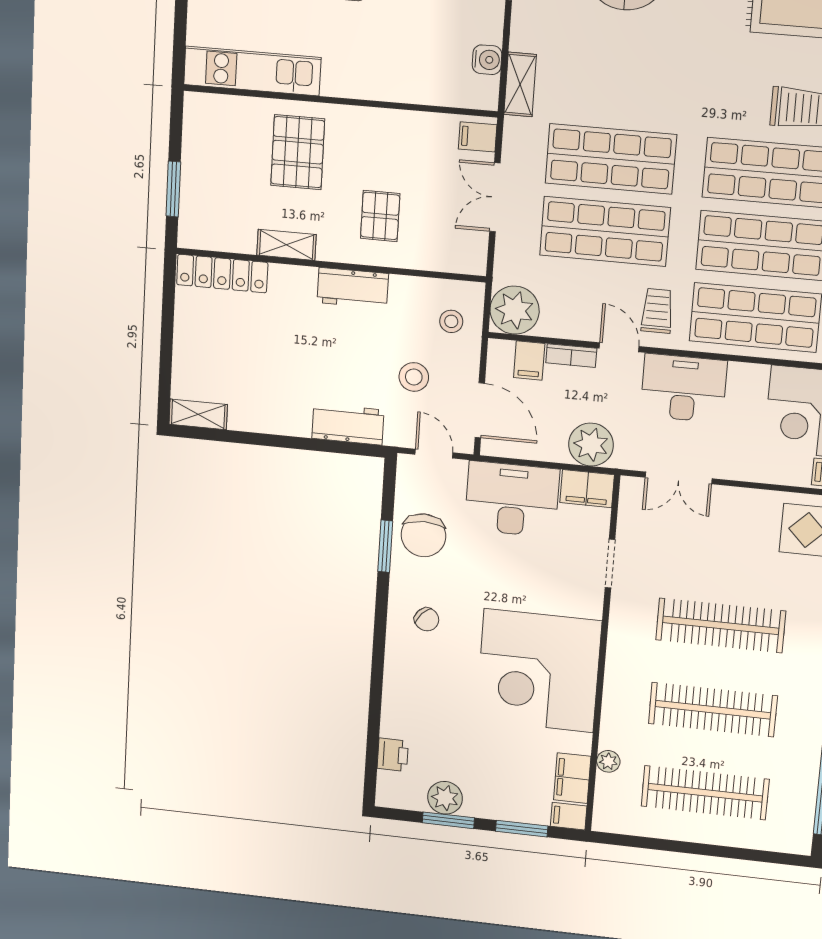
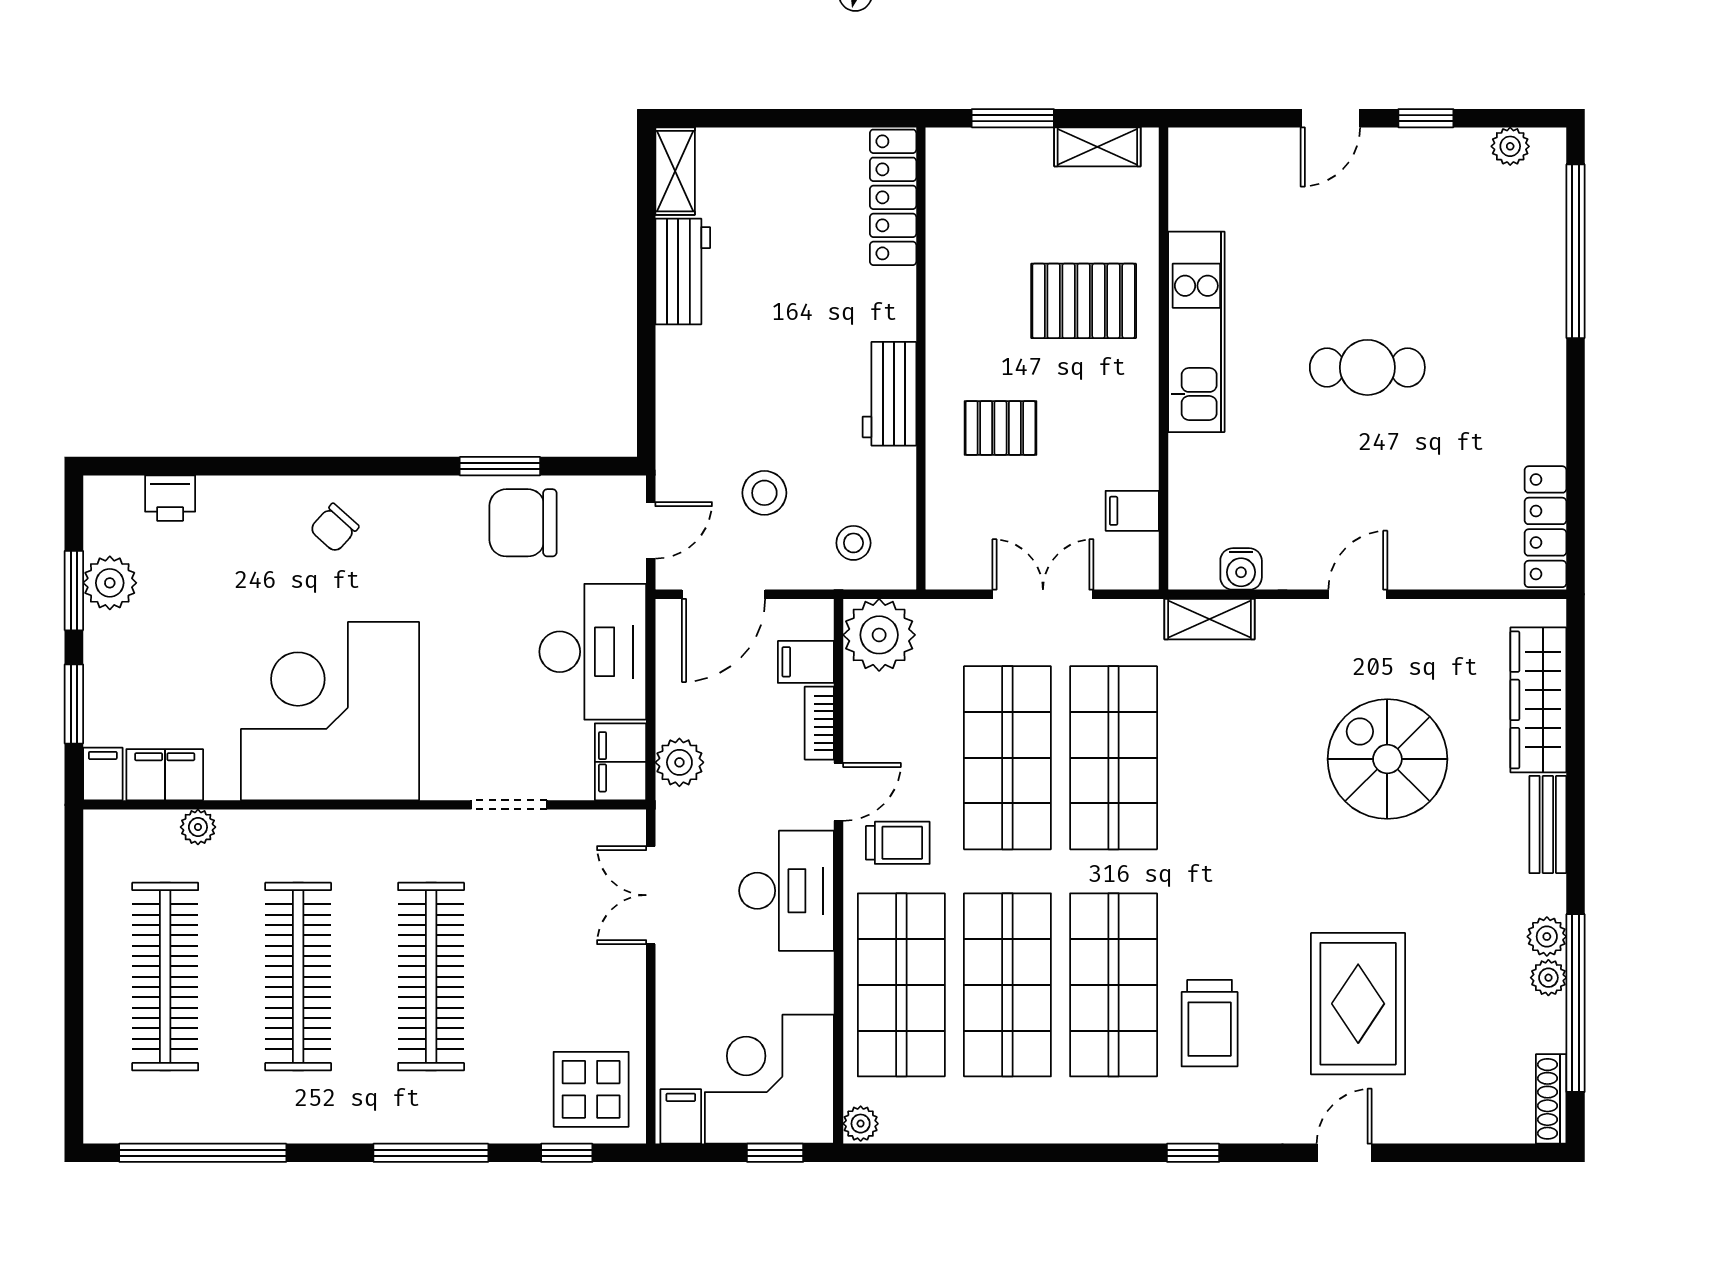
kitchen unit: (252, 71) -> (1196, 332), moved
filing cabinet: (478, 137) -> (1132, 511), moved, turned -90
shelving: (286, 245) -> (1097, 147), moved, turned 90
workbench: (348, 424) -> (683, 272), moved
plant: (591, 445) -> (679, 762), width x0.73, depth x0.73
chair: (427, 619) -> (334, 528), moved

